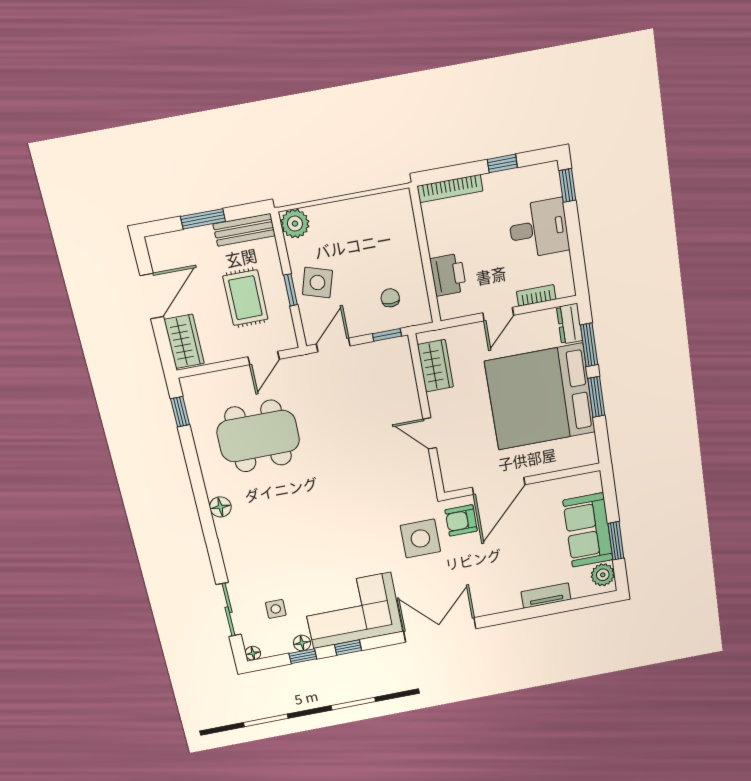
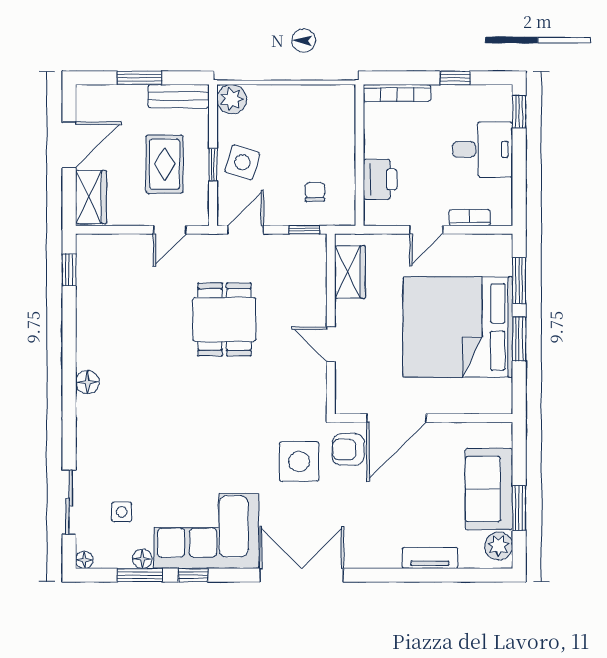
dresser: (570, 324) -> (501, 254), removed
dining table: (258, 436) -> (224, 319), moved, width x0.73
window: (303, 656) -> (140, 575), width x1.50

